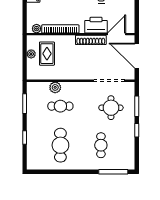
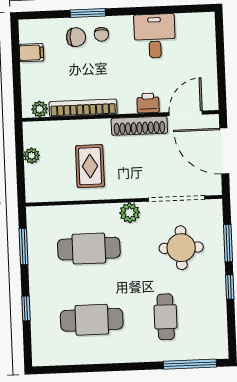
printer: (96, 25) -> (148, 103), width x0.53, depth x0.68
rug: (47, 54) -> (90, 166), moved
plant: (55, 87) -> (130, 213), moved
cafe table: (60, 106) -> (89, 249), width x1.37, depth x1.35
cafe table: (60, 145) -> (92, 320), turned 90

